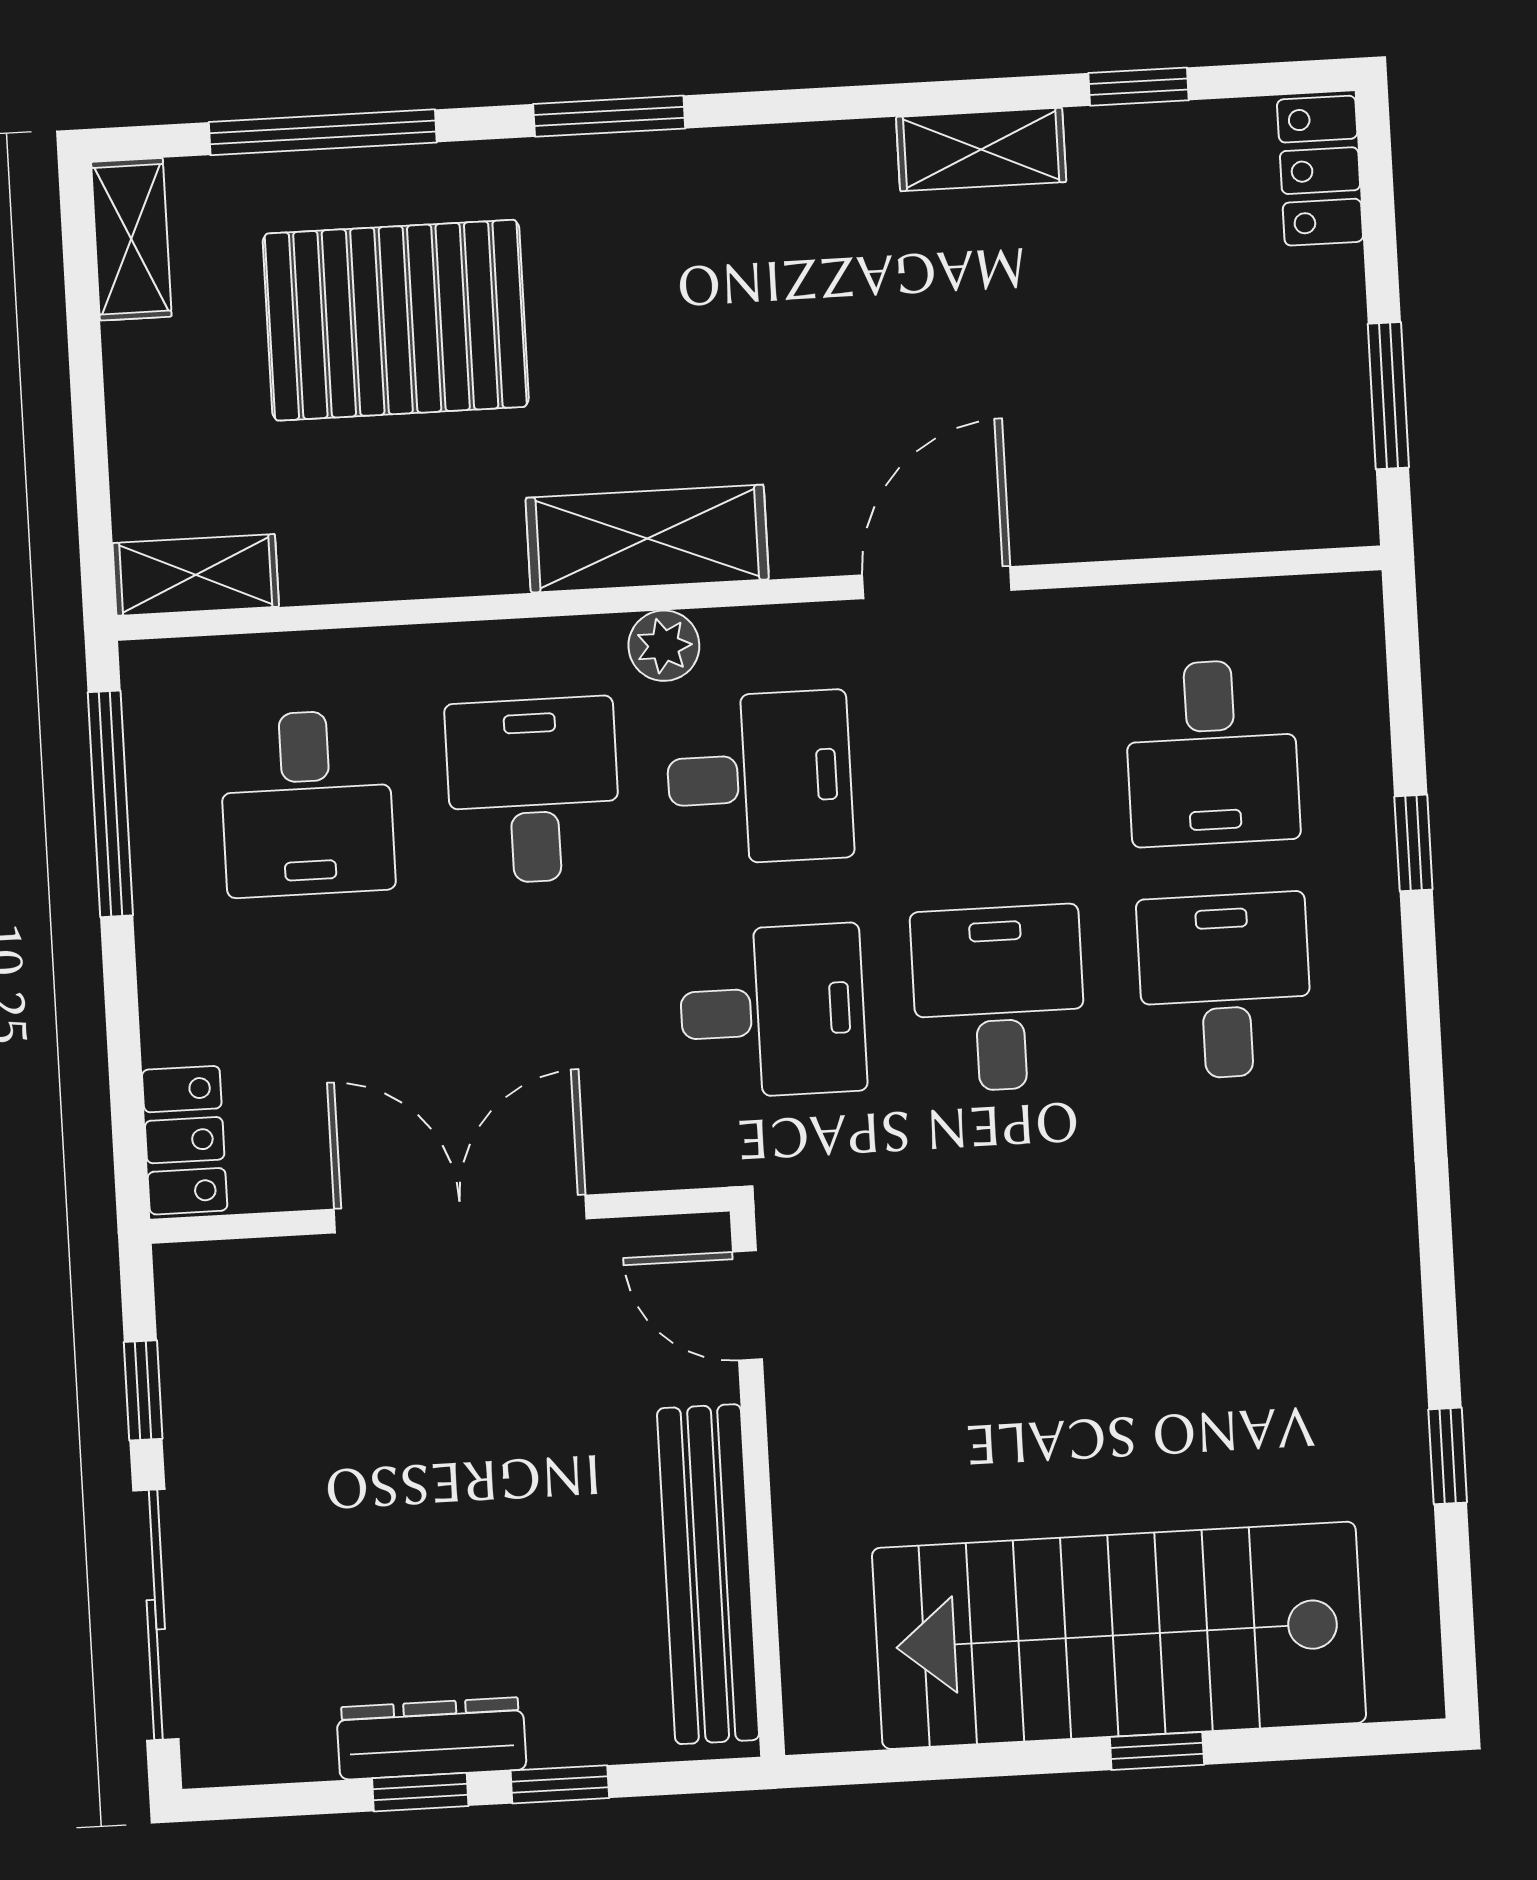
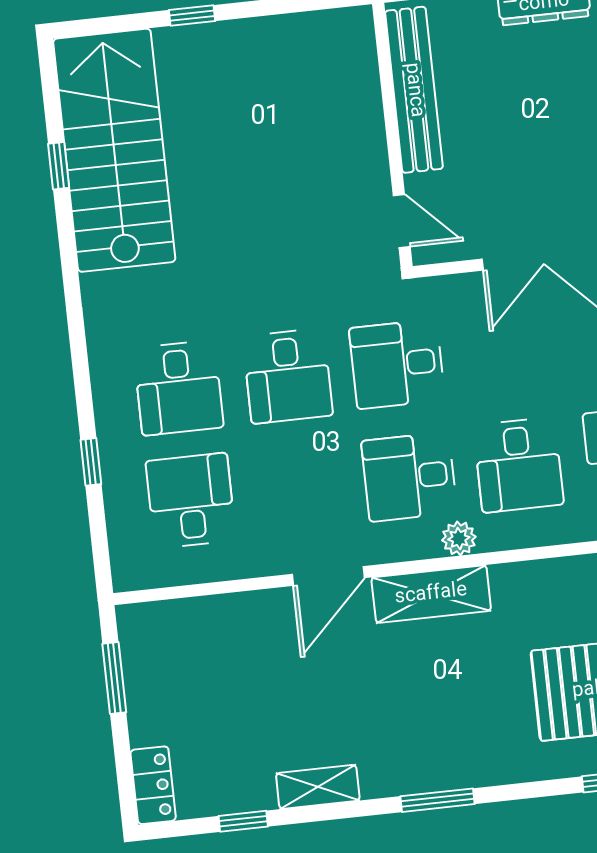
window: (609, 116) -> (437, 800), moved
shelving: (647, 539) -> (431, 594), moved
stairs: (1119, 1635) -> (114, 150), moved, turned -90

